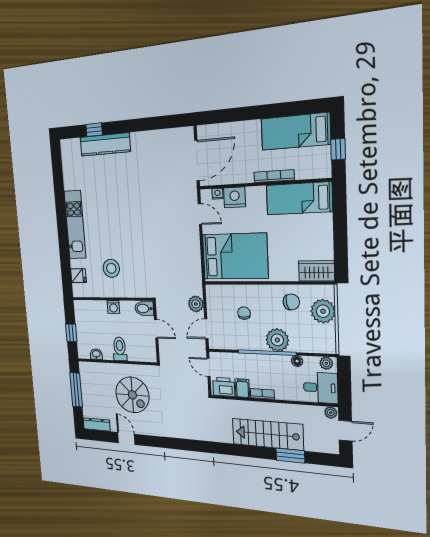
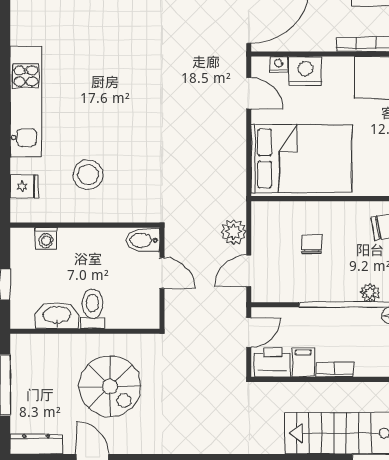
washing machine: (113, 307) -> (46, 238), moved
plant: (277, 340) -> (370, 293), width x0.53, depth x0.53
washbasin: (96, 354) -> (57, 316), width x1.91, depth x1.45
door: (208, 367) -> (249, 332), swing flipped

